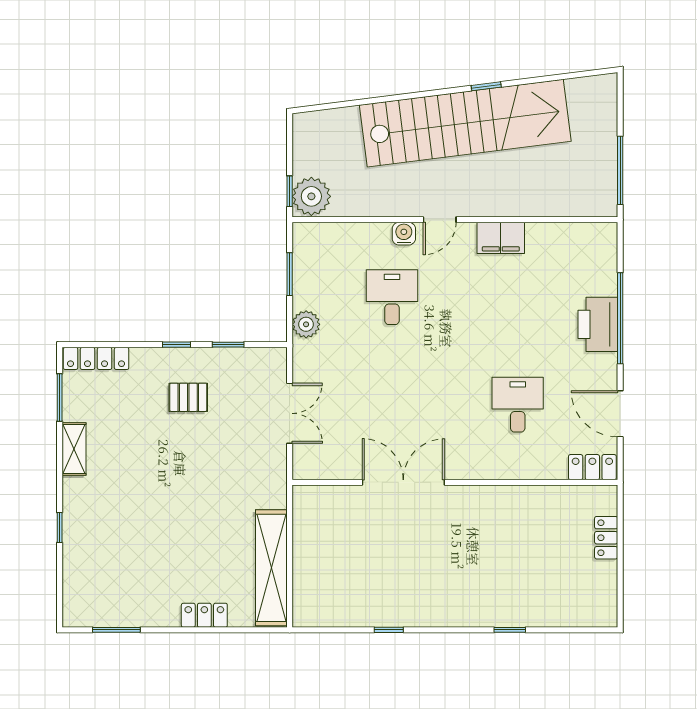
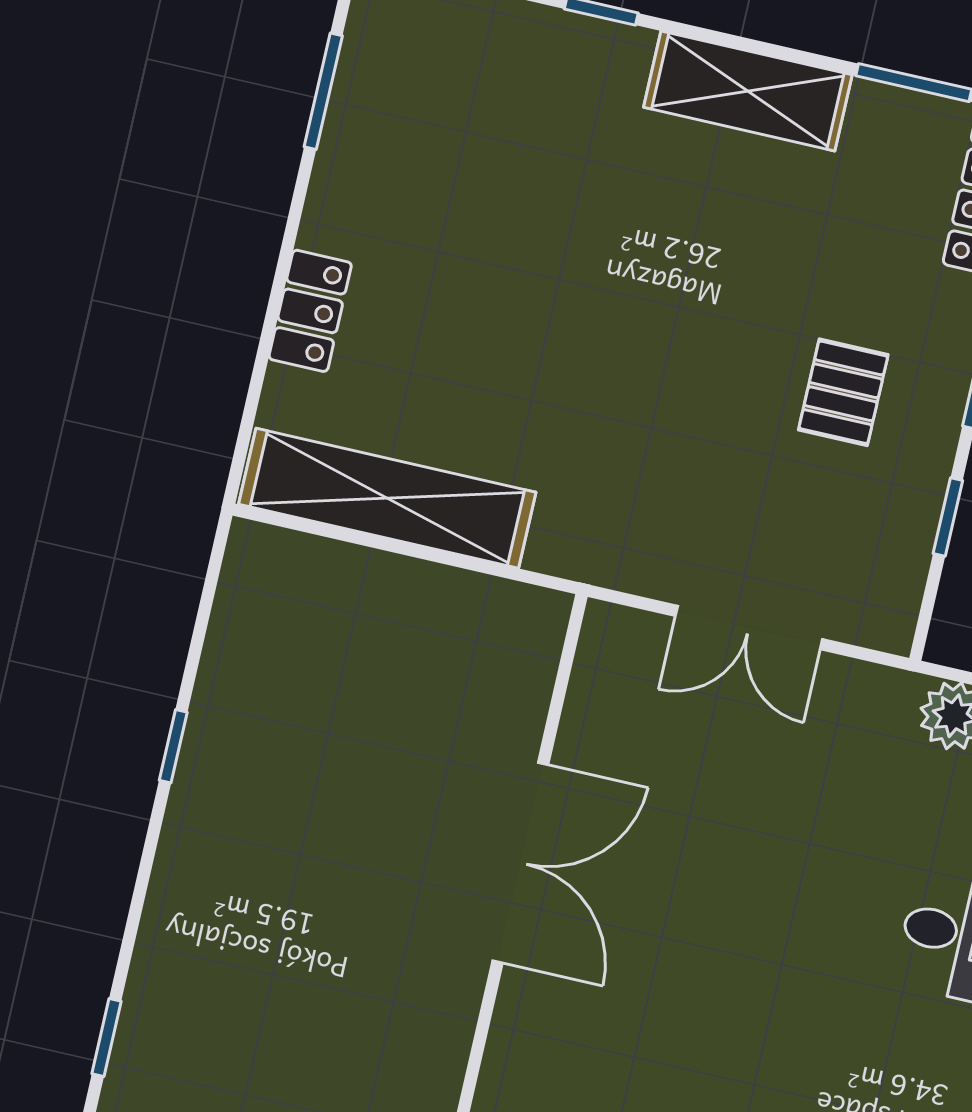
shelving: (74, 449) -> (748, 91), width x1.50, depth x1.33

